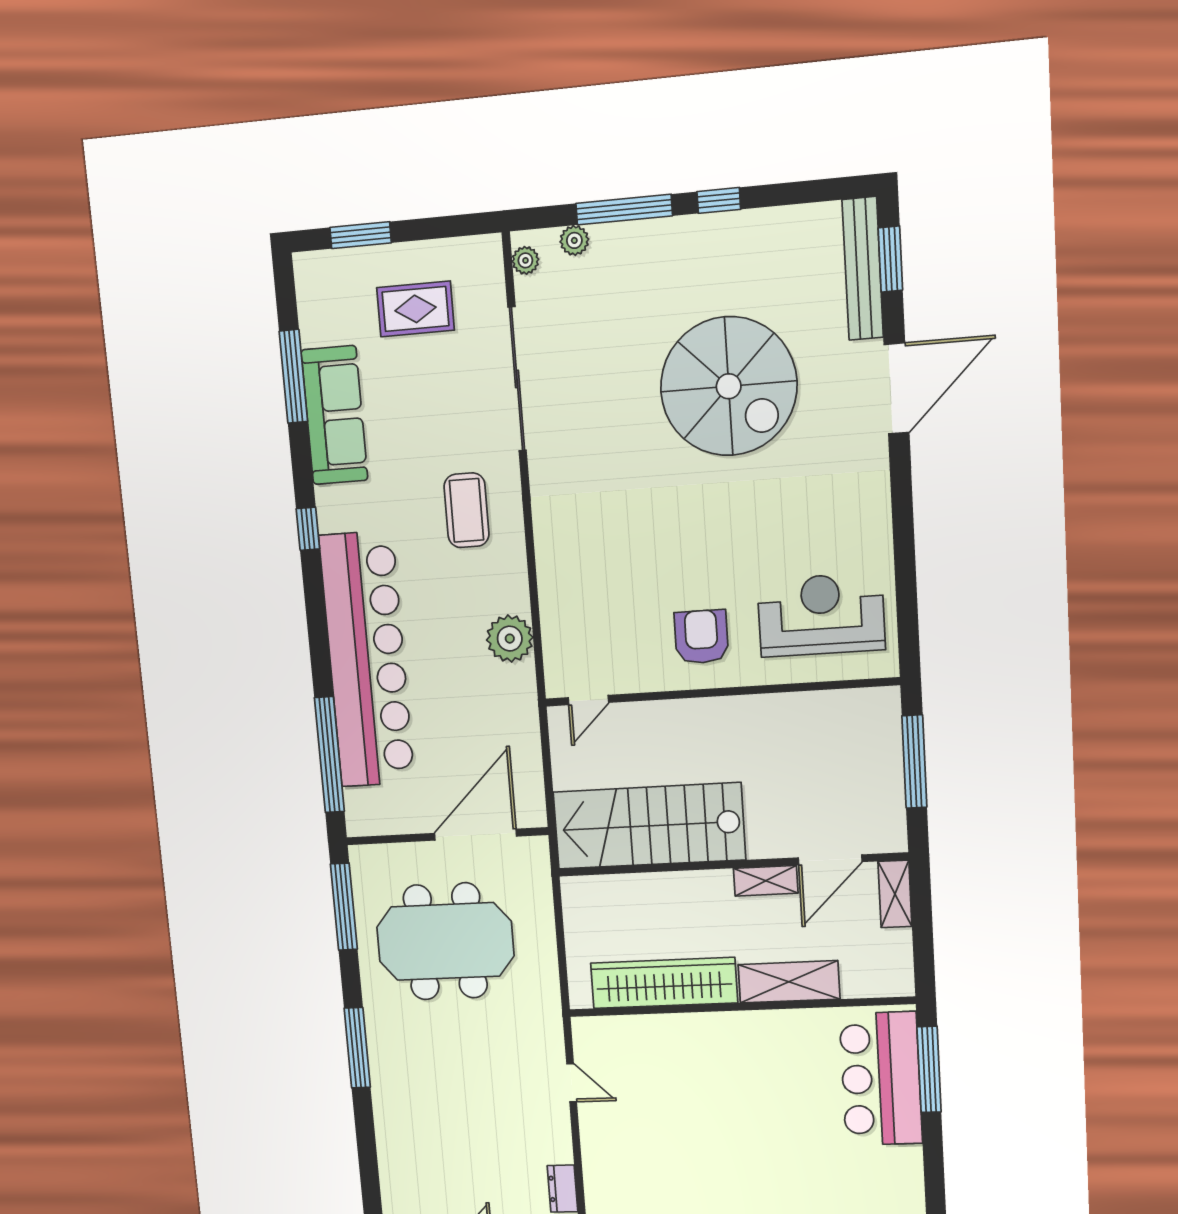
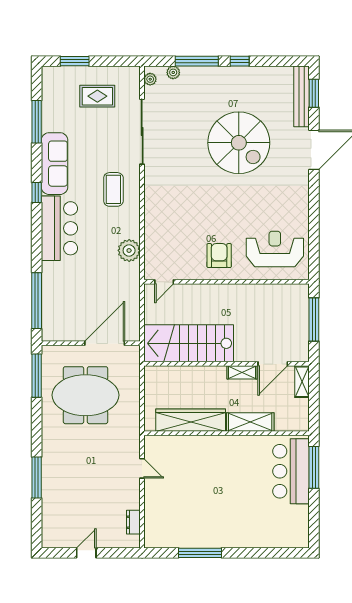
sofa: (334, 415) -> (55, 164), moved
bar counter: (367, 660) -> (59, 228), width x0.54
window: (357, 1048) -> (37, 477), moved

